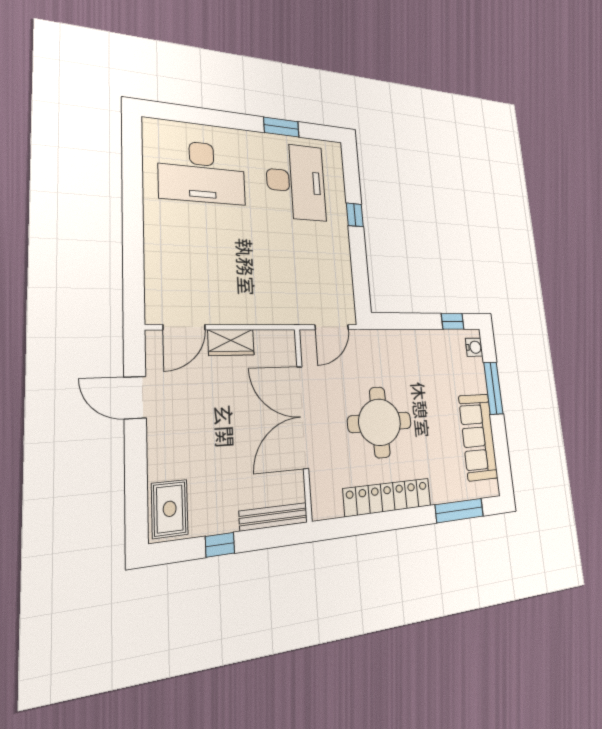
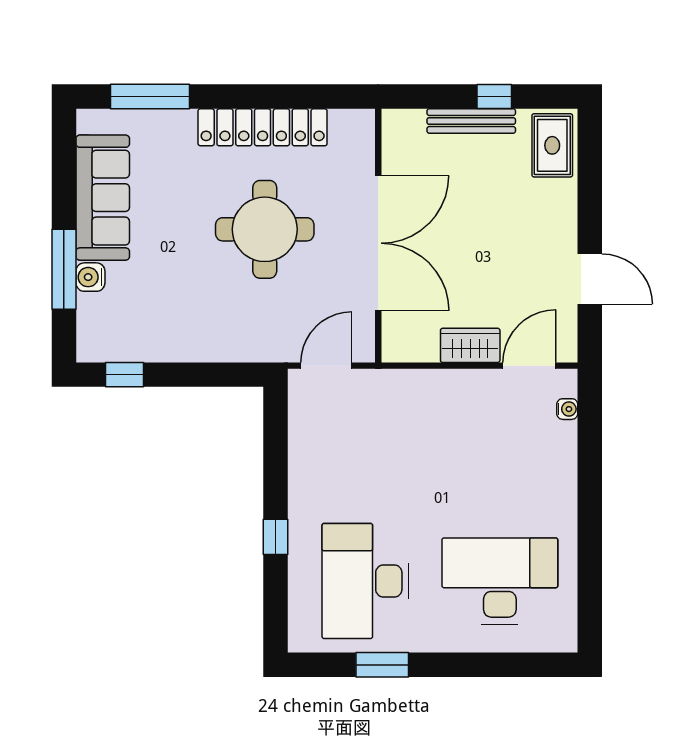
water cooler: (153, 294) -> (567, 409), added
water cooler: (474, 347) -> (90, 277), moved
bench: (274, 517) -> (471, 121), moved

